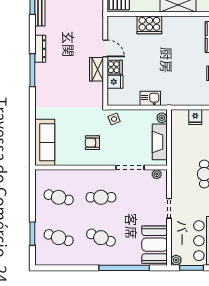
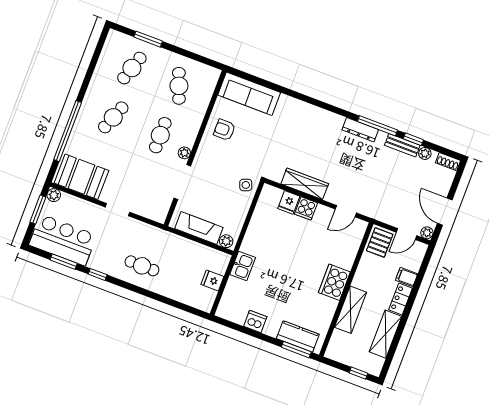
cooker: (149, 25) -> (334, 282), moved
door: (105, 48) -> (346, 211), moved
wardrobe: (97, 69) -> (305, 184), width x1.50
window: (32, 70) -> (377, 126), moved
kitchen sink: (150, 98) -> (243, 266), moved
armchair: (92, 143) -> (224, 130), moved, turned -90
plant: (157, 174) -> (184, 153), moved
cafe table: (59, 197) -> (179, 86), turned -36

